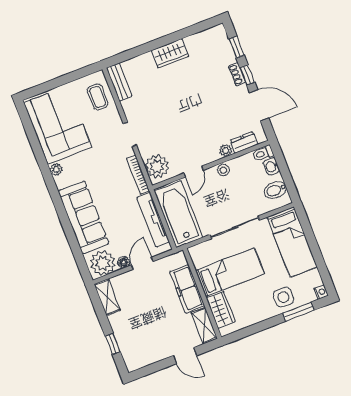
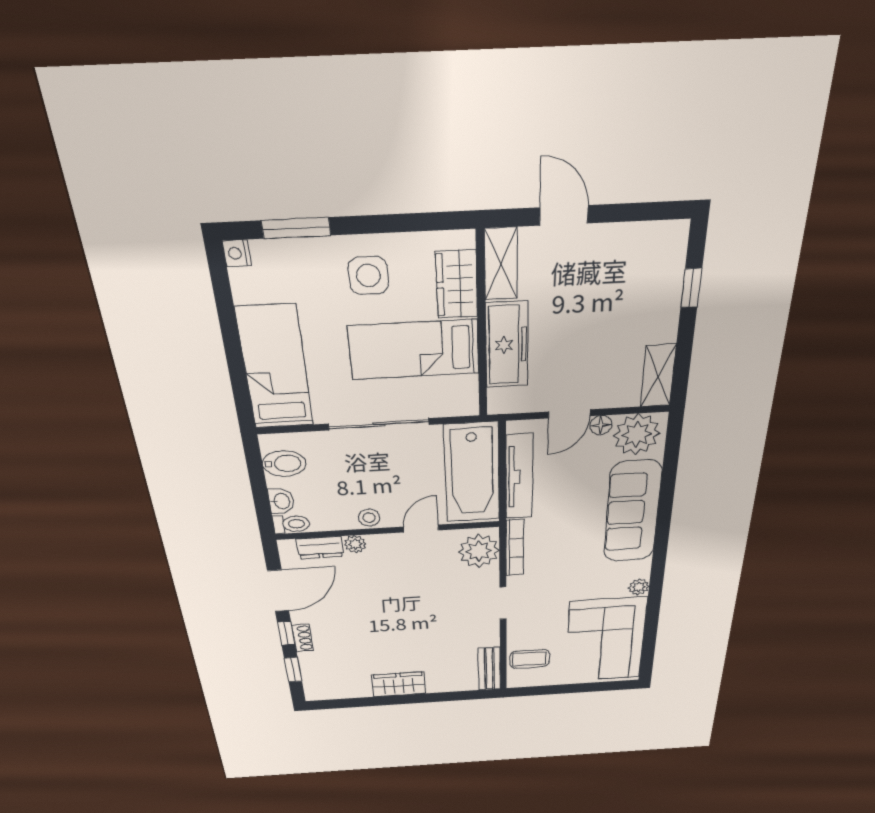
coffee table: (98, 97) -> (530, 659), turned 90
door: (259, 105) -> (278, 591), swing flipped
side table: (283, 297) -> (368, 275), moved

